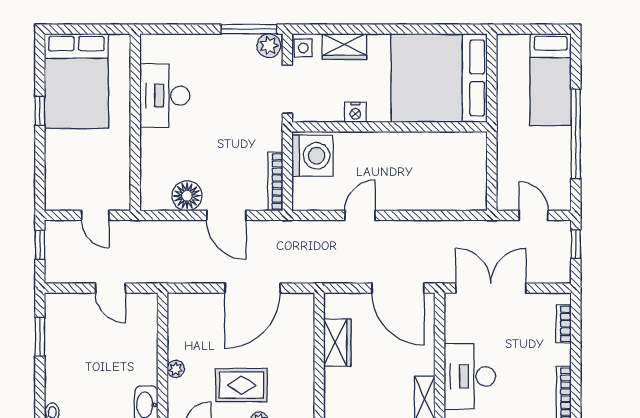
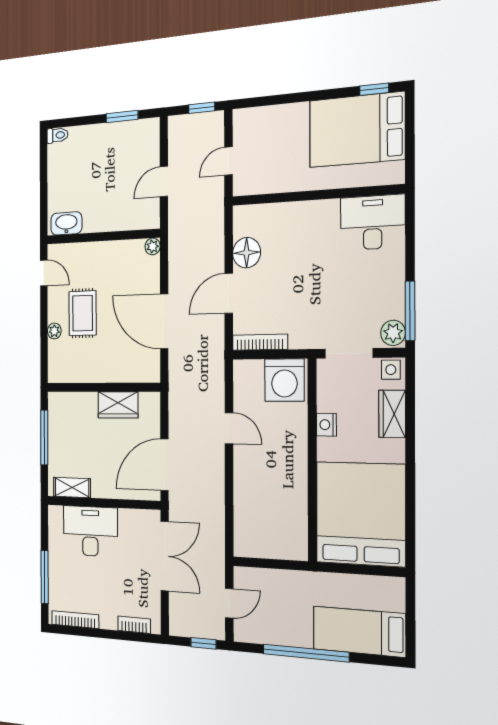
desk: (165, 96) -> (373, 222), moved
window: (40, 111) -> (374, 89), moved
plant: (176, 369) -> (153, 246), moved

